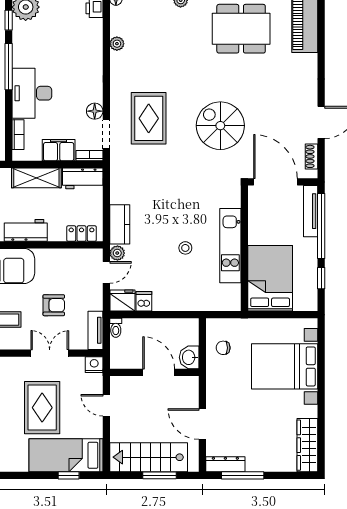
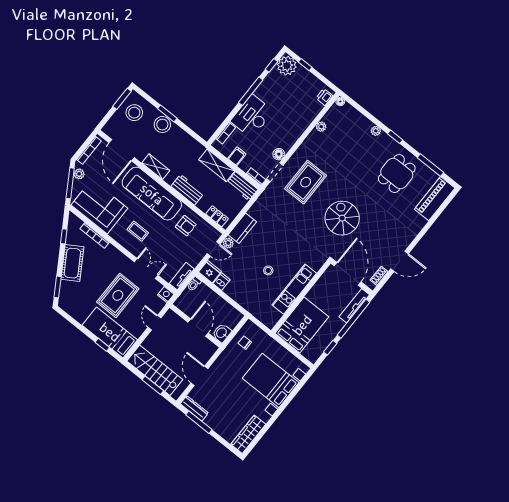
dining table: (241, 29) -> (397, 174), width x0.73
filing cabinet: (59, 150) -> (237, 156), width x0.50
armchair: (54, 305) -> (186, 226), moved

